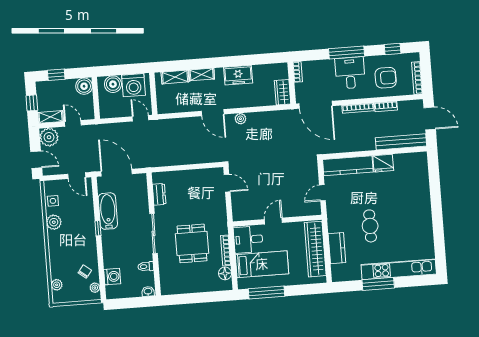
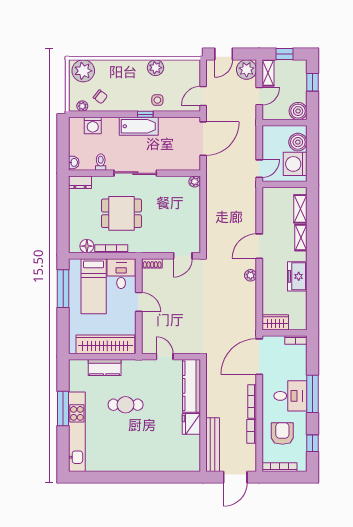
armchair: (386, 78) -> (282, 434), turned 180
plant: (157, 178) -> (195, 182), added
dresser: (159, 194) -> (80, 182), moved
side table: (53, 201) -> (157, 100), moved
bathtub: (108, 211) -> (139, 126), moved
shoe rack: (236, 211) -> (152, 263), added
plant: (57, 285) -> (83, 71), width x1.88, depth x1.88

